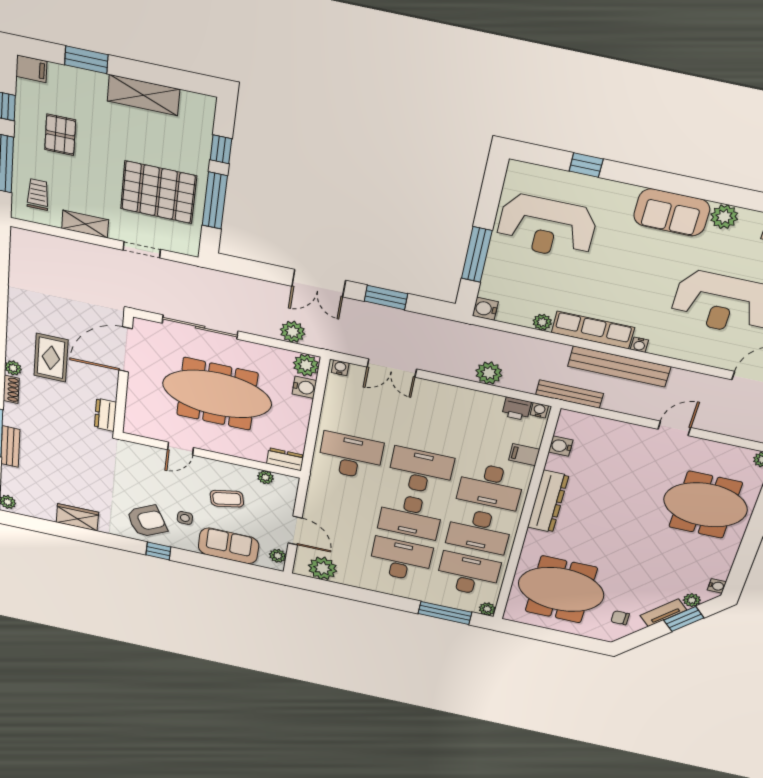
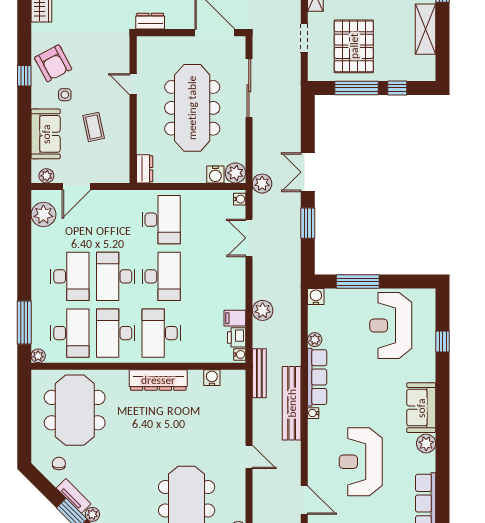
plant: (293, 332) -> (262, 184), moved
filing cabinet: (524, 455) -> (235, 318), moved, turned -90
plant: (265, 477) -> (123, 156), removed

